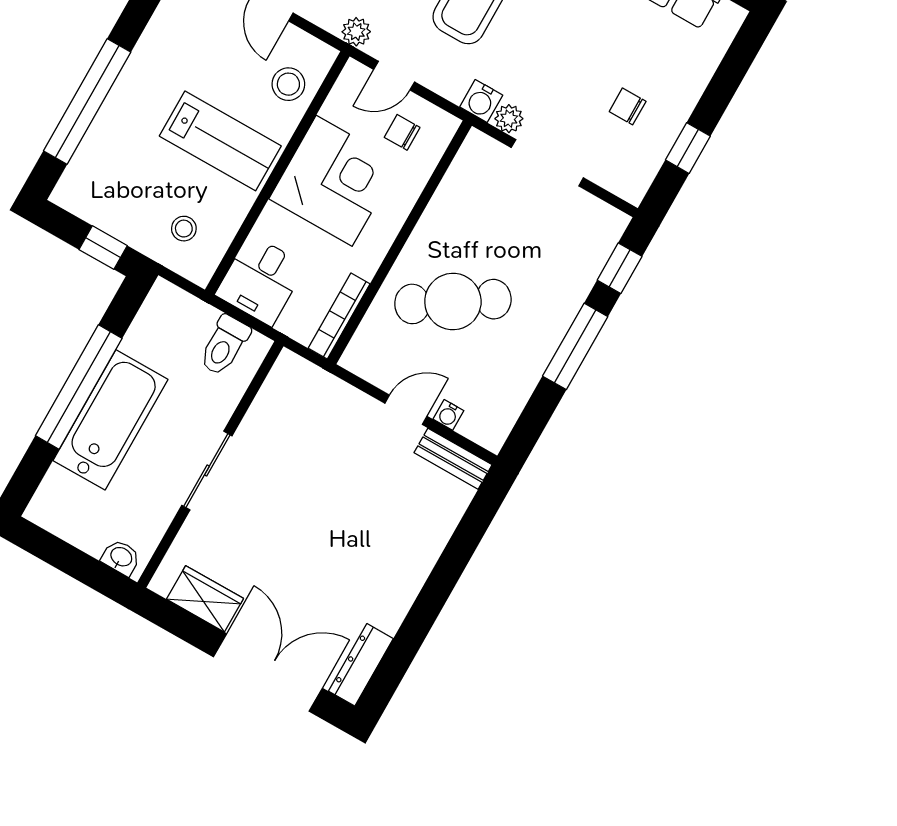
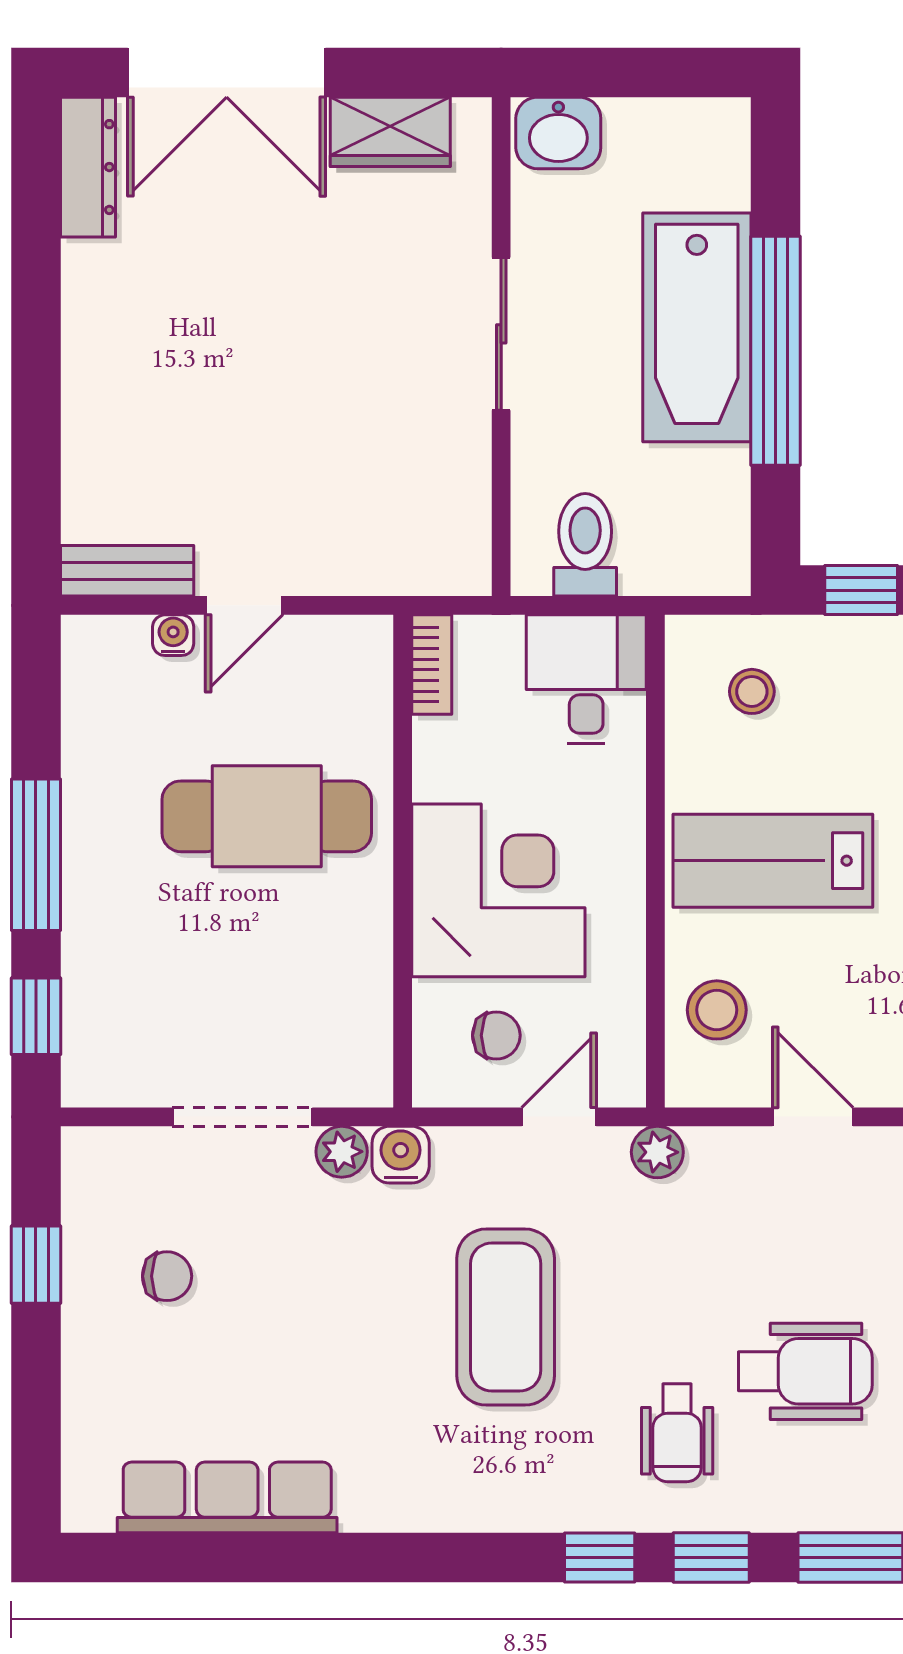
corner desk: (334, 181) -> (498, 890), moved, turned 180
cafe table: (453, 302) -> (267, 816), turned 33
bookcase: (339, 316) -> (432, 665), width x0.64
washbasin: (121, 557) -> (558, 133), width x1.38, depth x1.45

